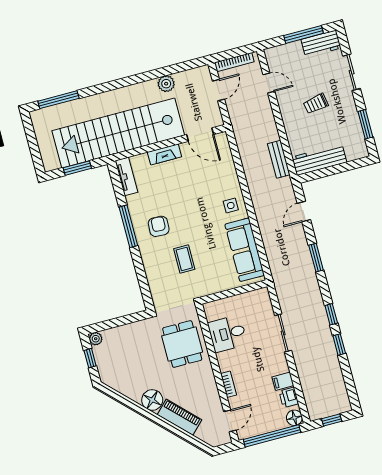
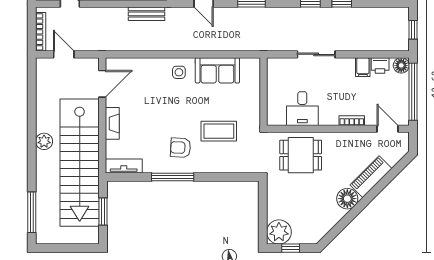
plant: (166, 84) -> (44, 141), moved
sofa: (245, 250) -> (217, 70), width x0.73
coffee table: (184, 259) -> (219, 131), width x1.36, depth x1.30
plant: (96, 339) -> (279, 232), width x1.88, depth x1.88

